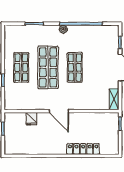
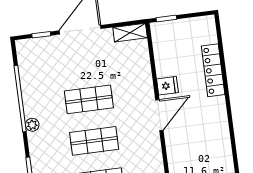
shop shelf: (48, 67) -> (94, 141), width x0.70, depth x0.74
fridge: (31, 119) -> (167, 86), moved

